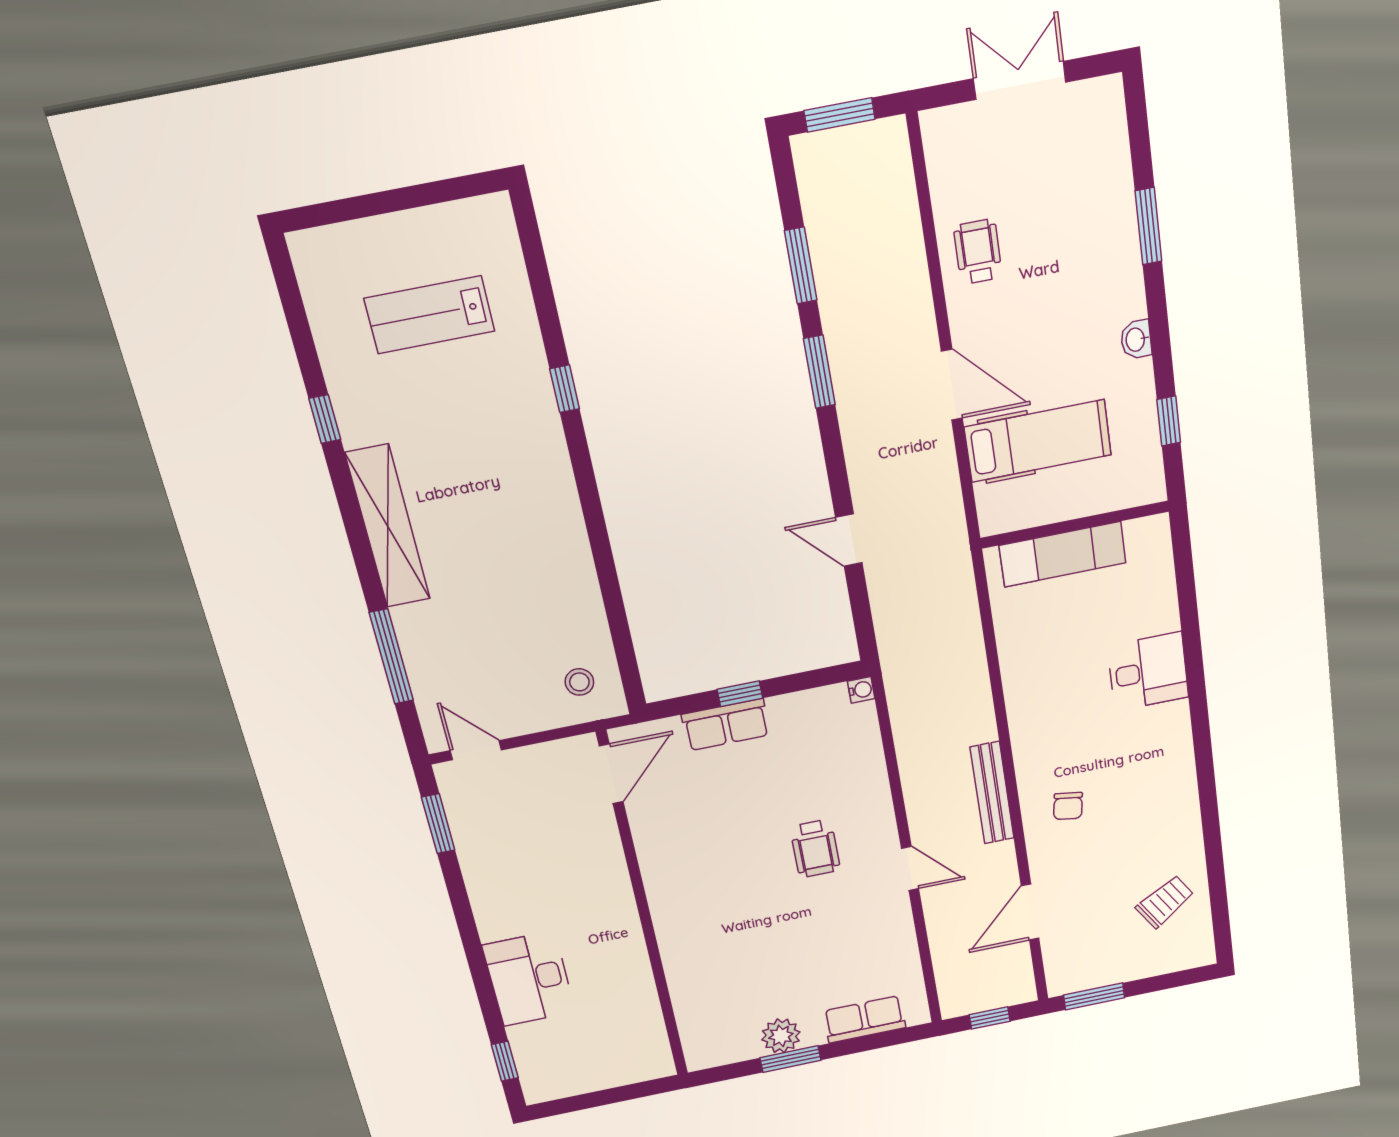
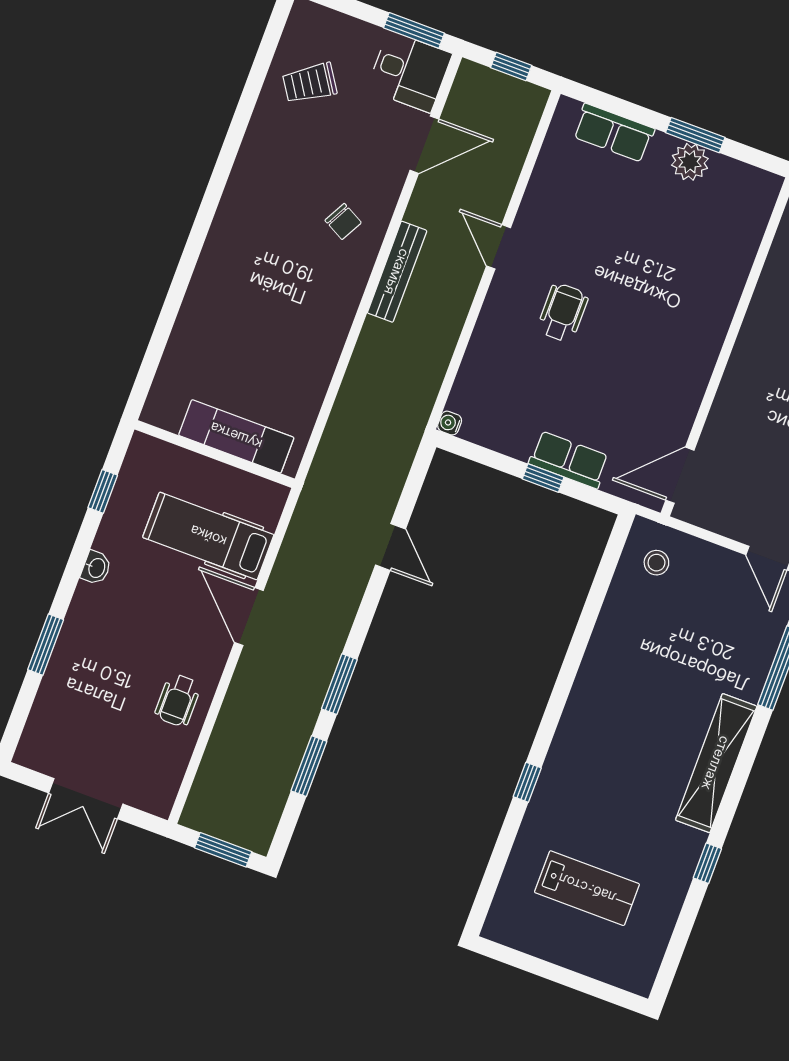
desk: (1148, 672) -> (410, 72), moved, turned 180
chair: (1068, 806) -> (343, 221), turned 109

